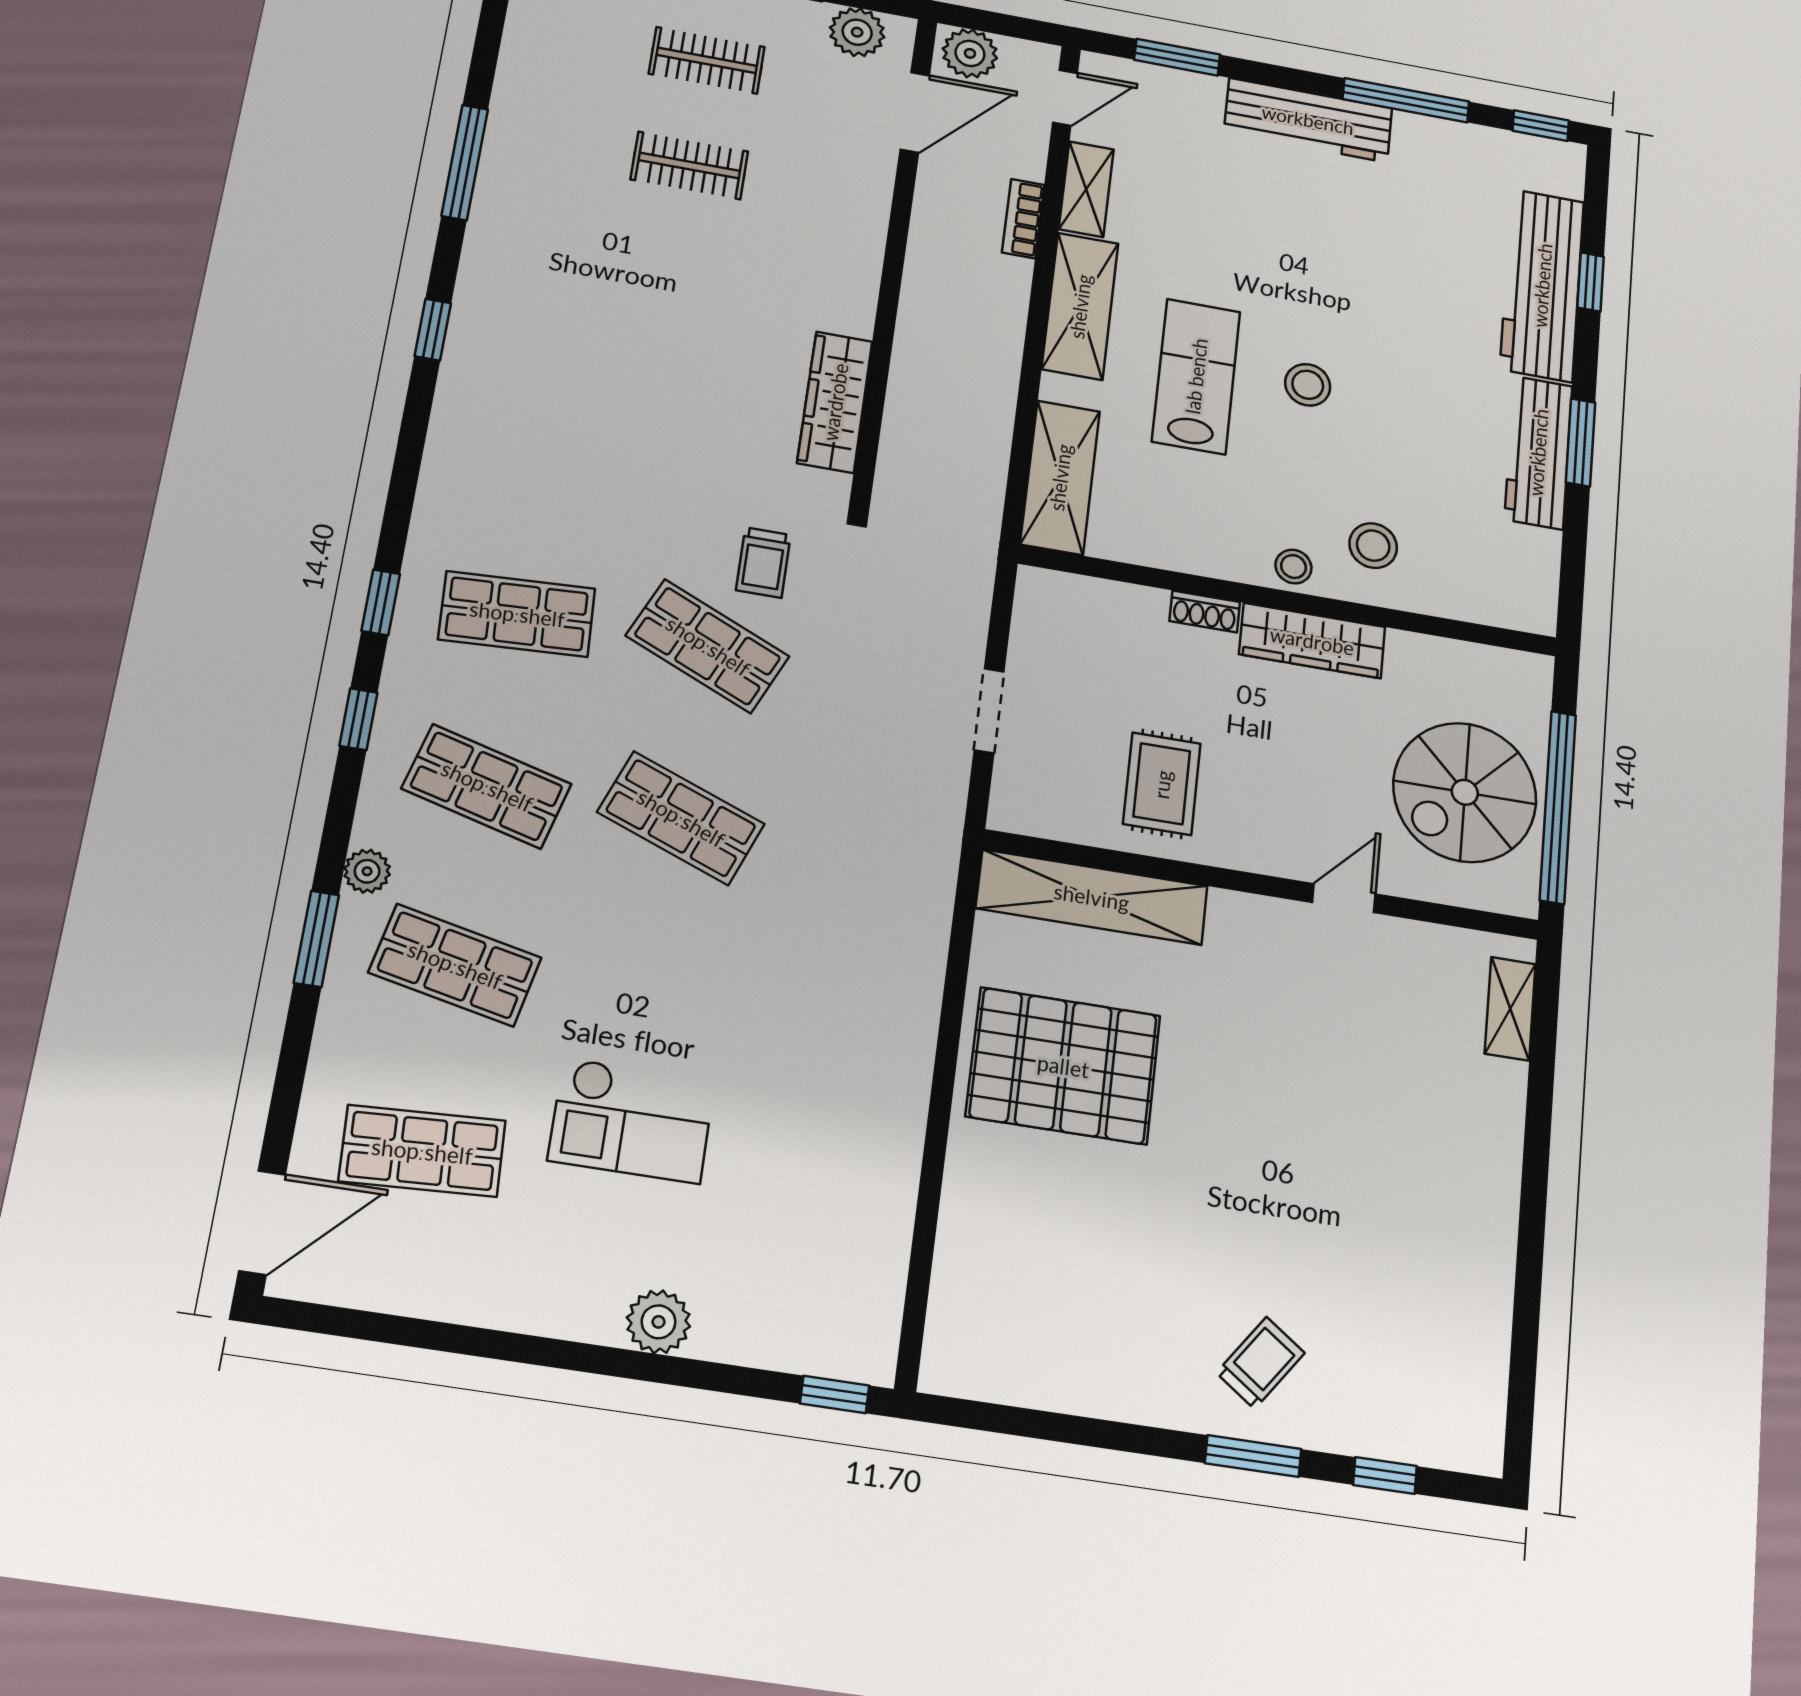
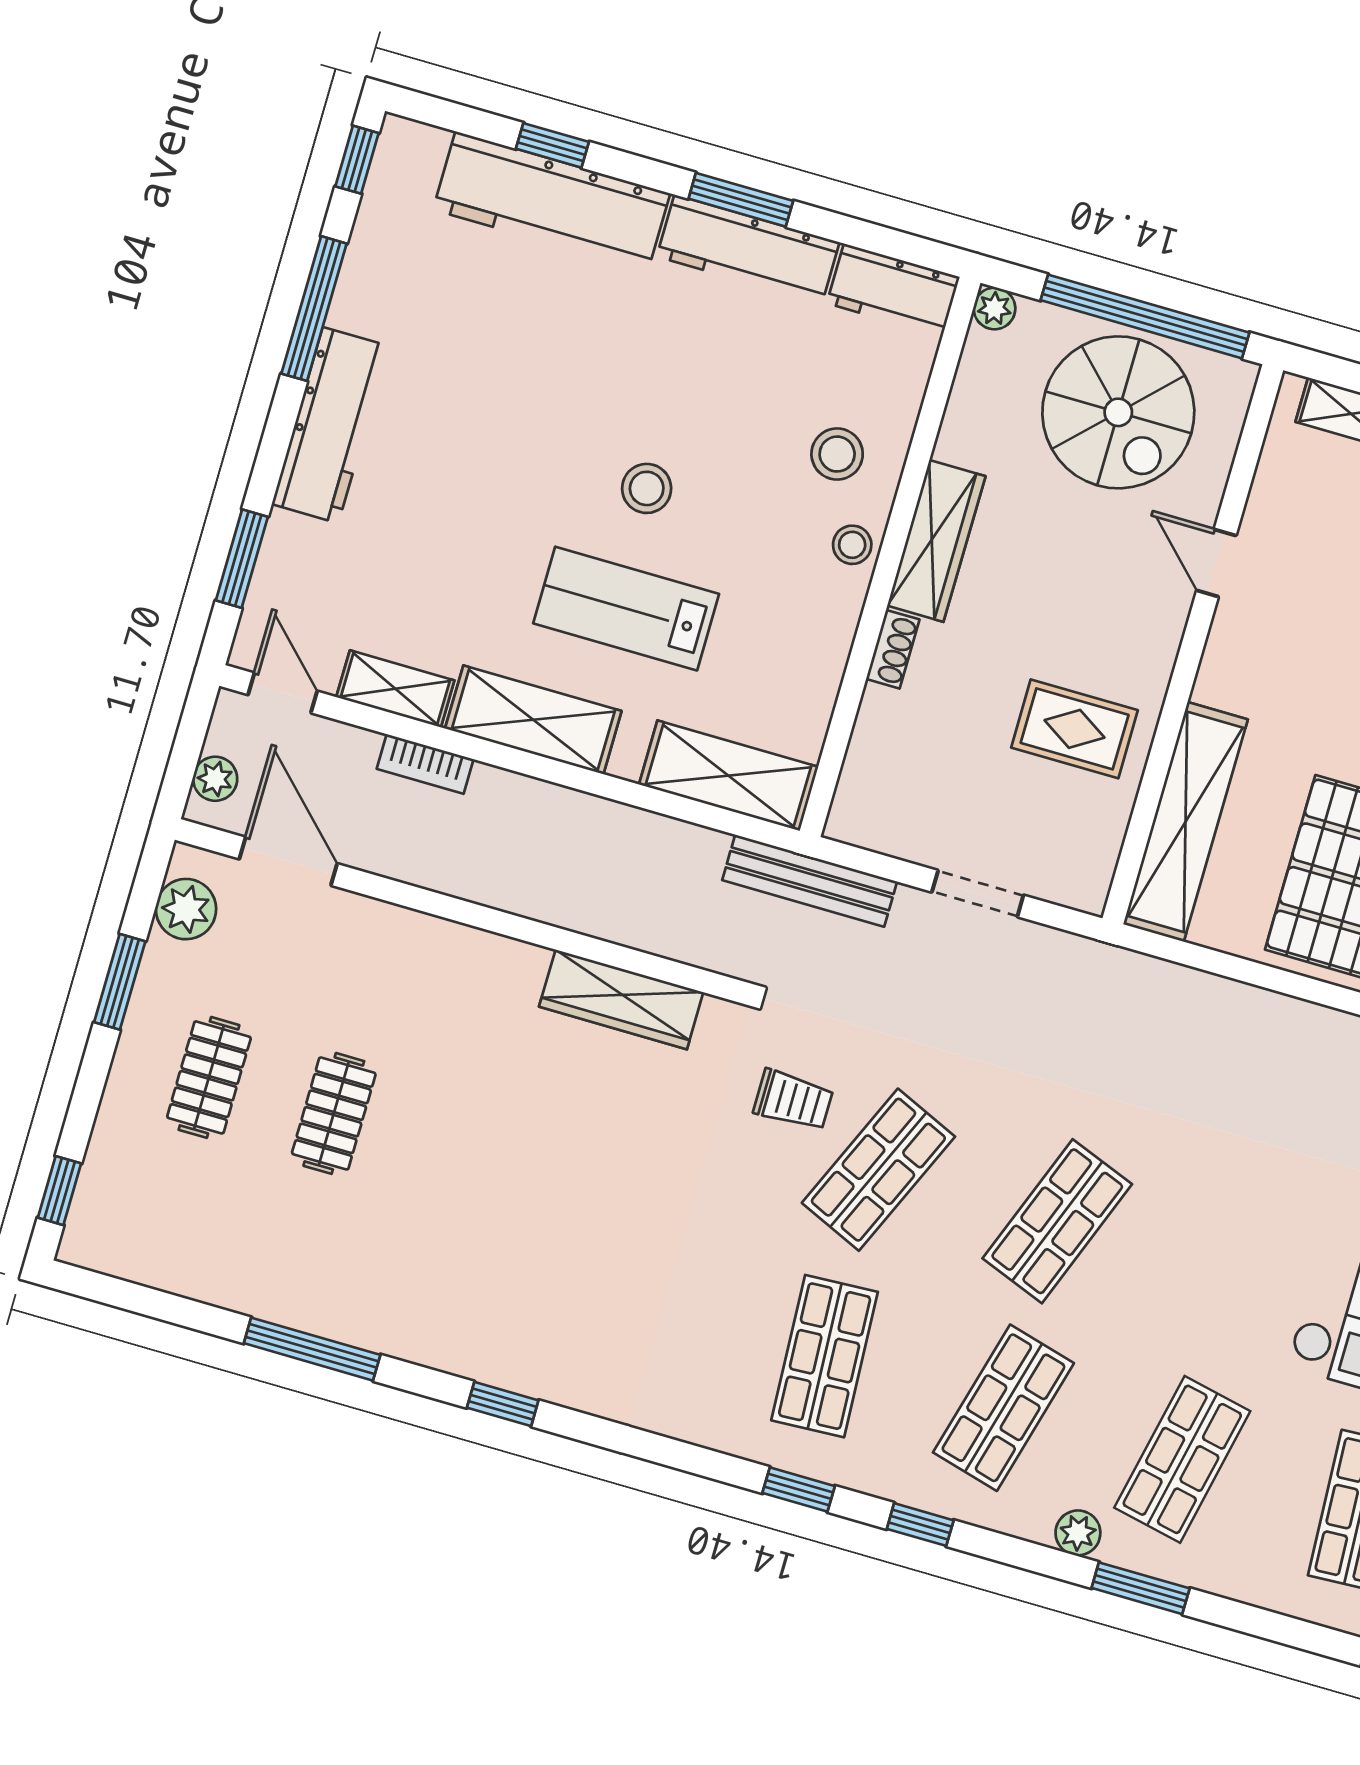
plant: (970, 53) -> (215, 779), width x0.73, depth x0.73
bench: (975, 558) -> (810, 881), added
workbench: (1531, 580) -> (893, 290), added
plant: (1535, 671) -> (994, 308), added

